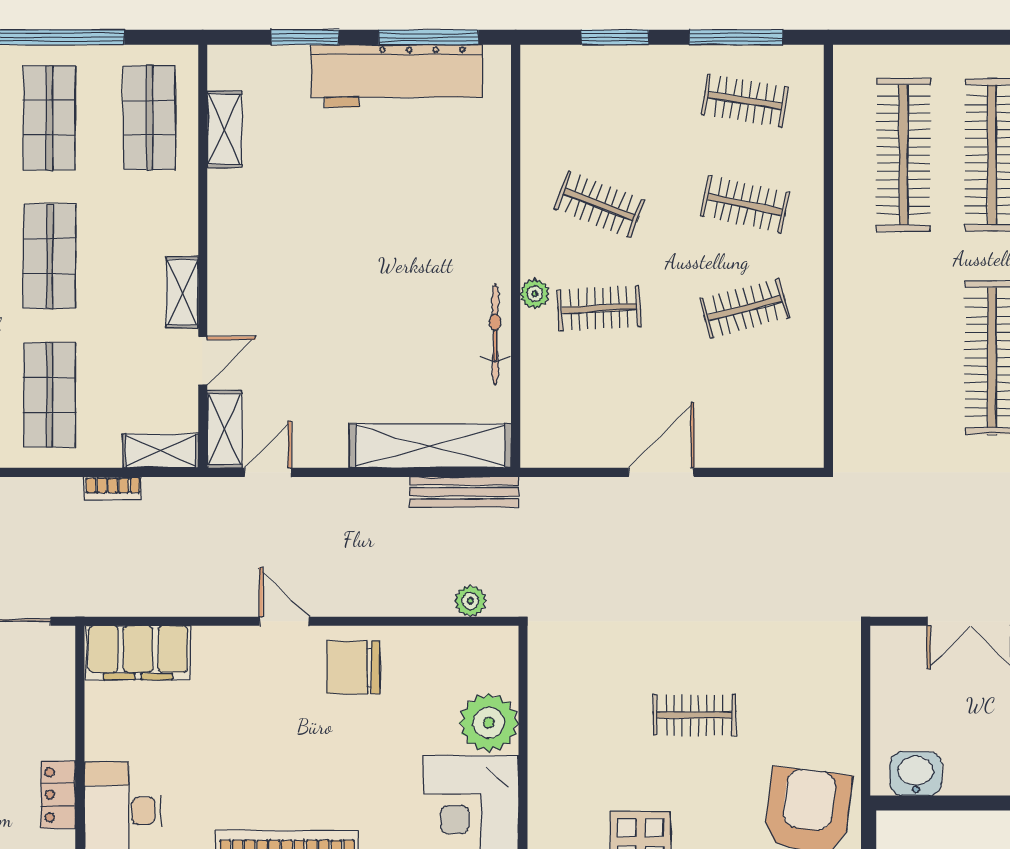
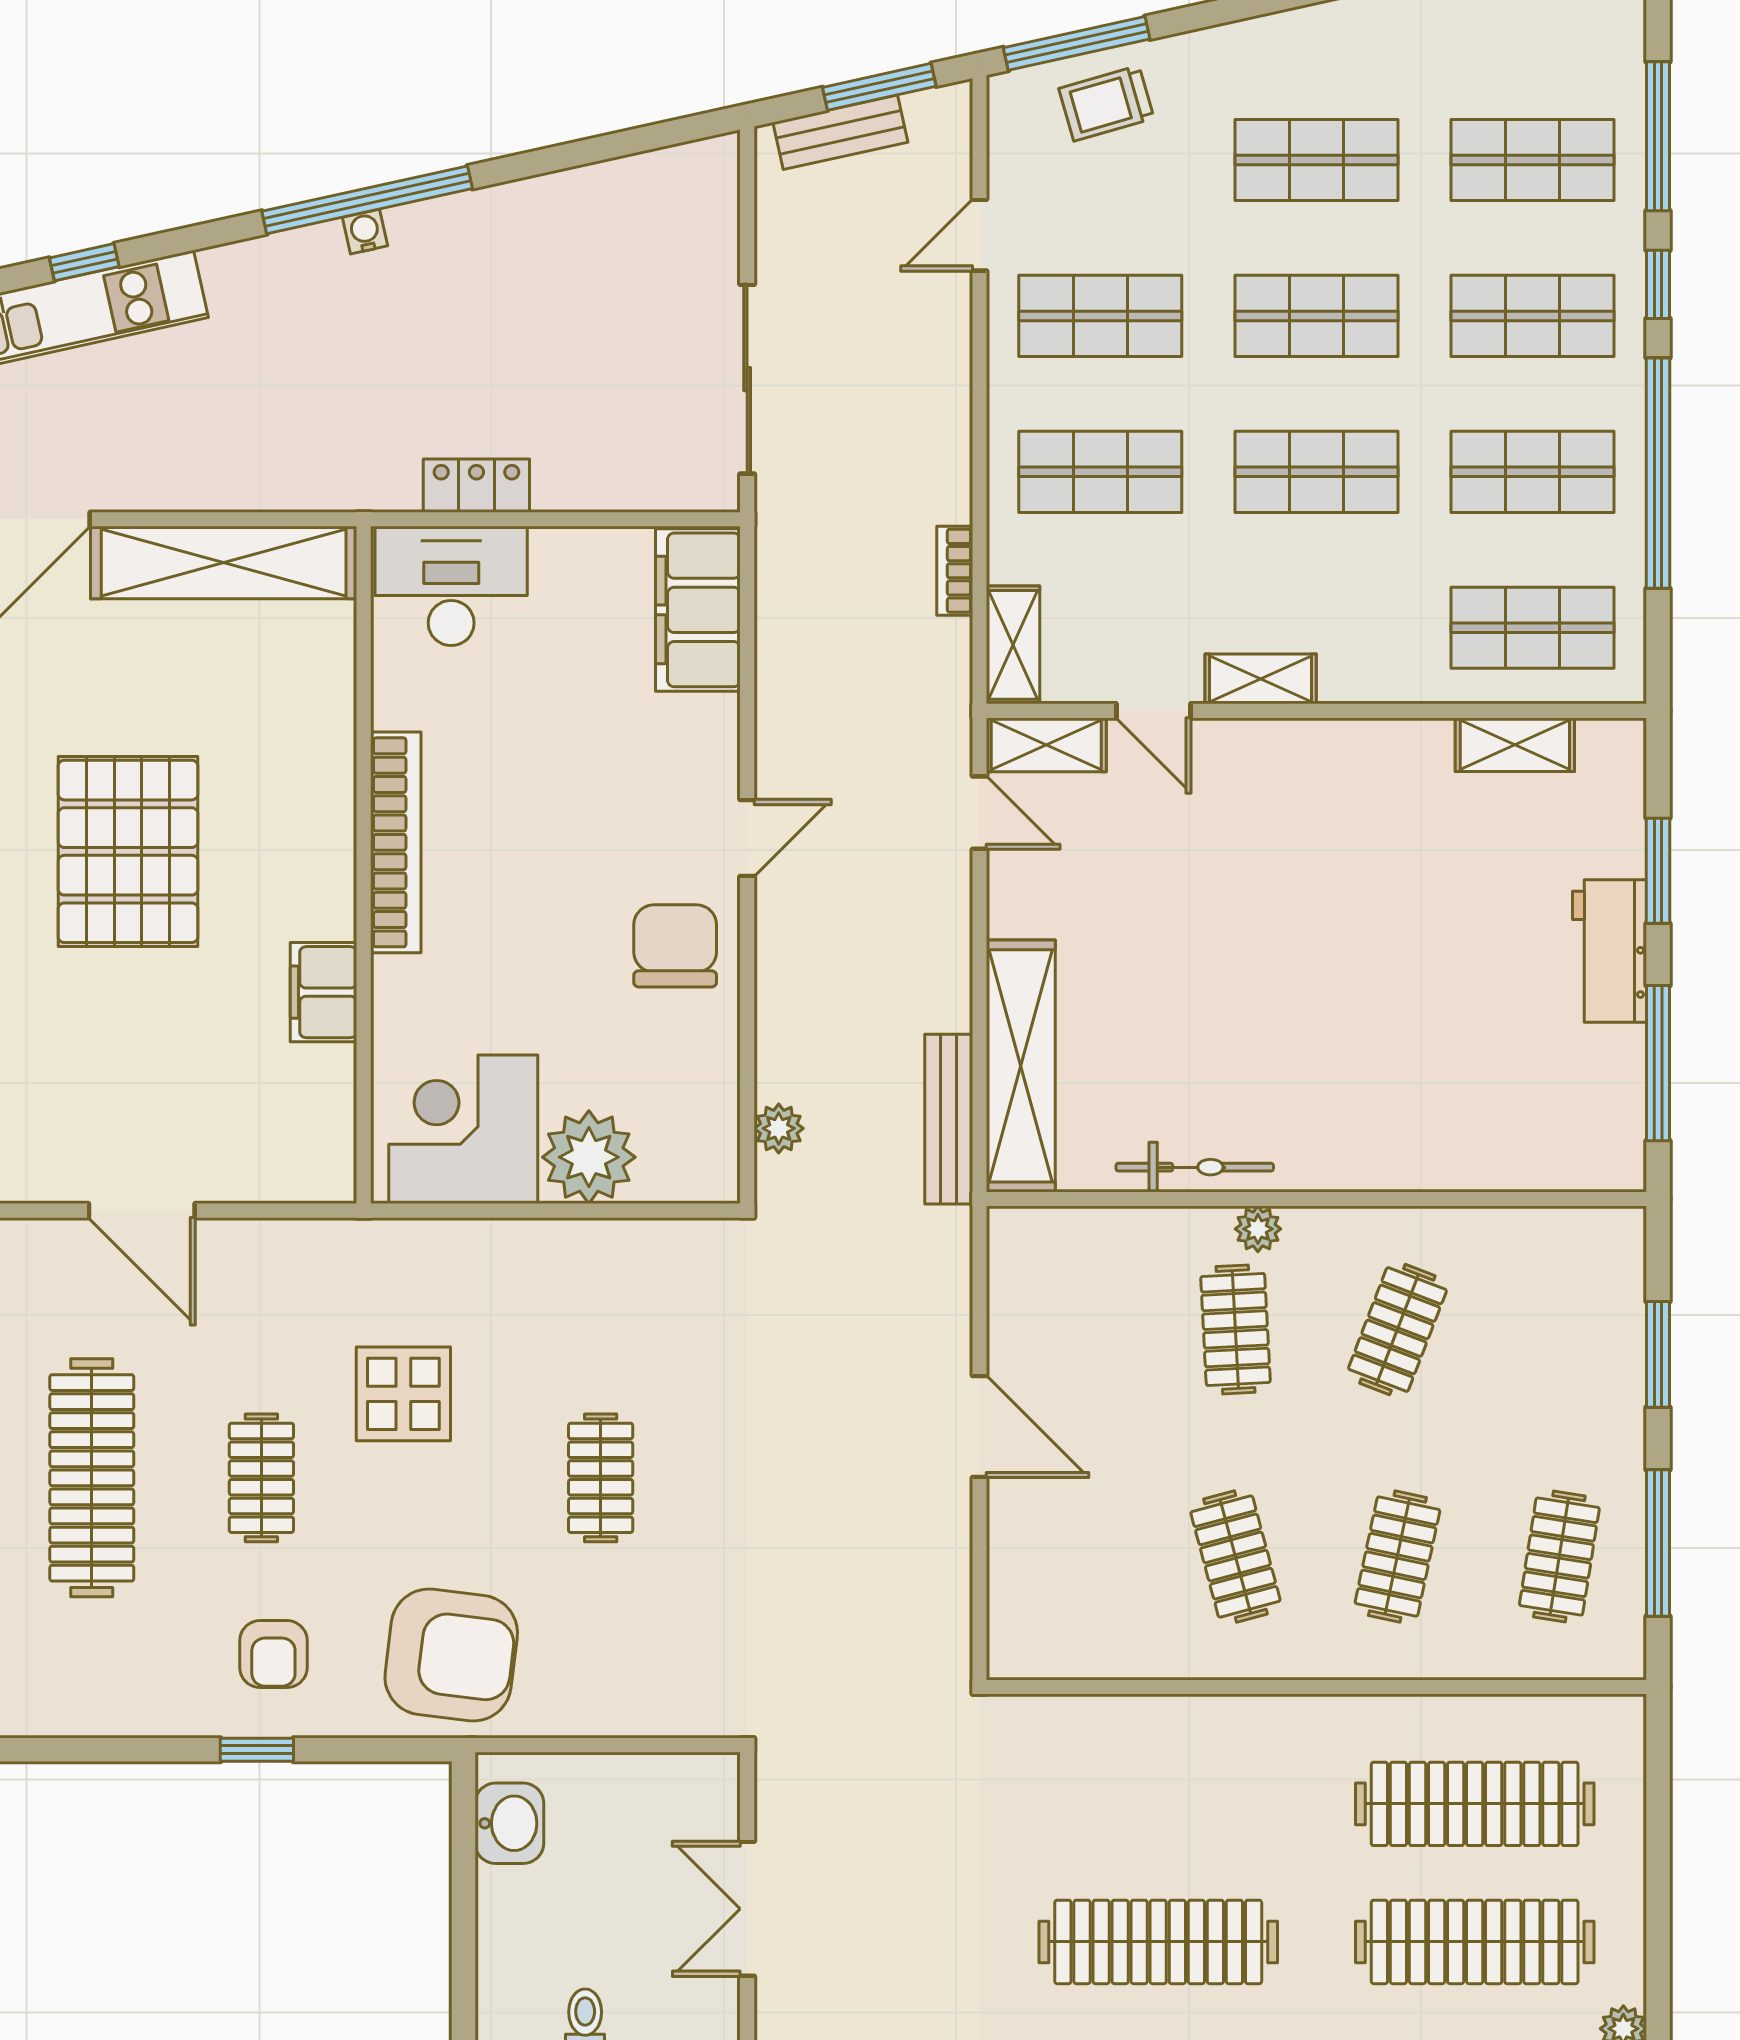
workbench: (397, 76) -> (1610, 951), width x0.53, depth x0.76

